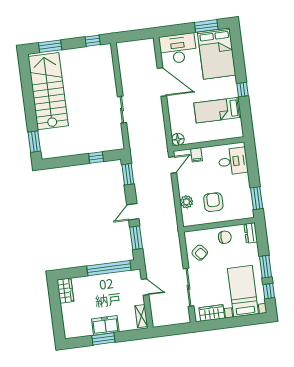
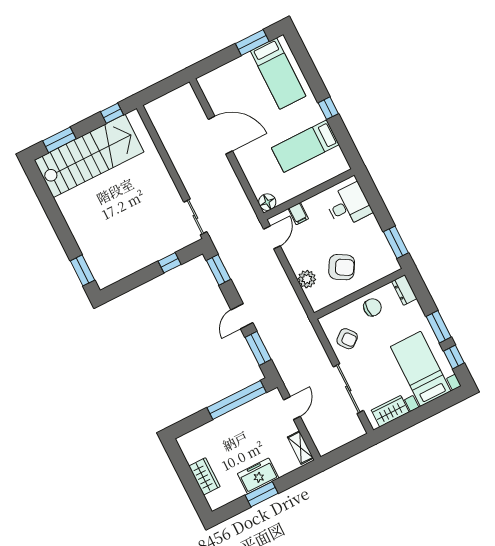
desk: (178, 49) -> (226, 85), removed
bed: (216, 54) -> (278, 73), width x0.67
stairs: (48, 91) -> (89, 156), moved, turned 90
sliding door: (122, 110) -> (195, 217), moved
armchair: (213, 202) -> (342, 267), turned 120
door: (145, 287) -> (292, 408), hinge flipped
wardrobe: (65, 291) -> (204, 476), moved

